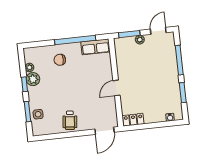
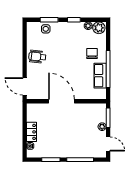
row of seats: (95, 47) -> (100, 76), moved
plant: (33, 79) -> (99, 28), moved
door: (117, 88) -> (61, 101), width x1.87
locker: (133, 120) -> (32, 132), moved

